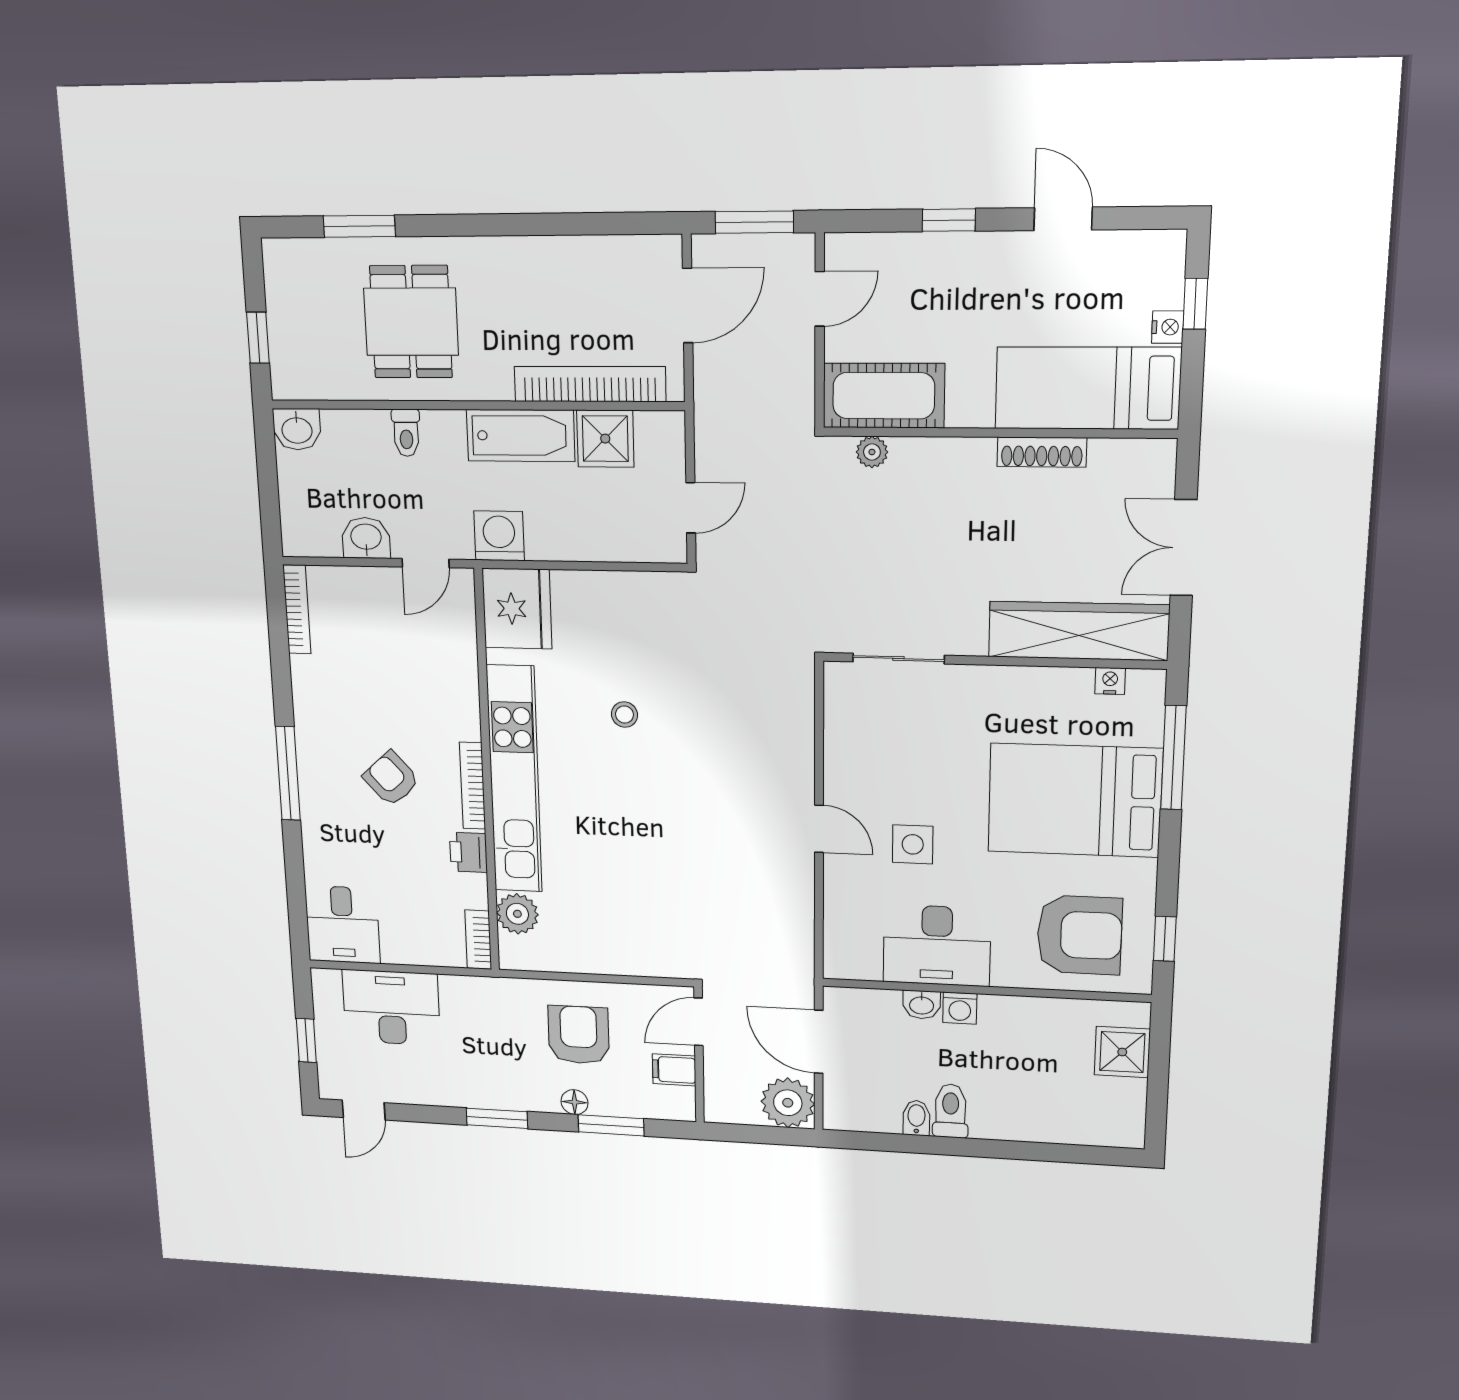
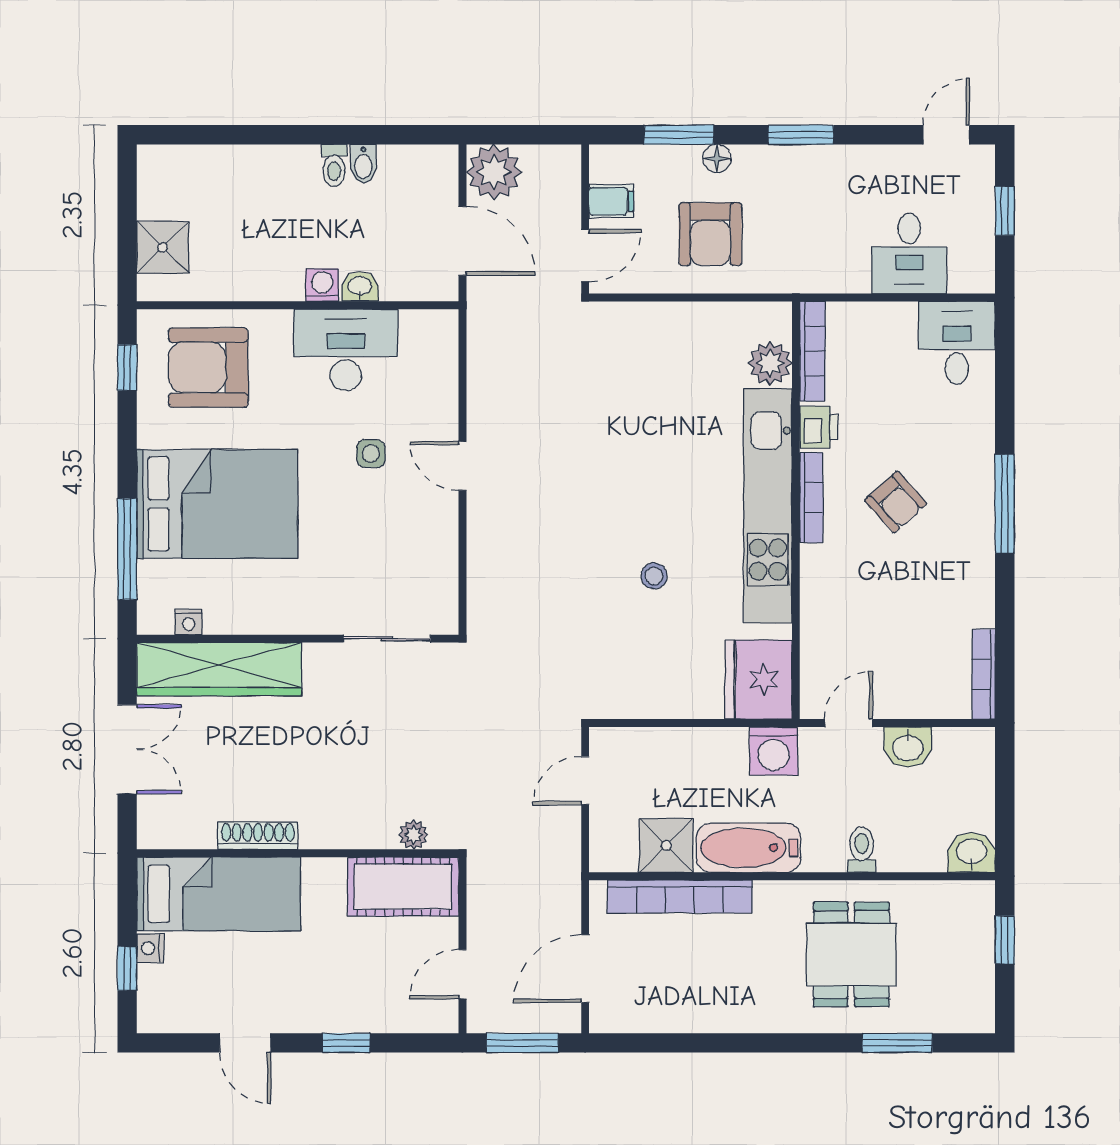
side table: (913, 844) -> (371, 454), width x0.73, depth x0.73
bookcase: (478, 940) -> (812, 351), width x1.56
desk: (391, 1007) -> (909, 253), width x0.73
toilet: (950, 1111) -> (334, 165), width x0.73, depth x0.72

